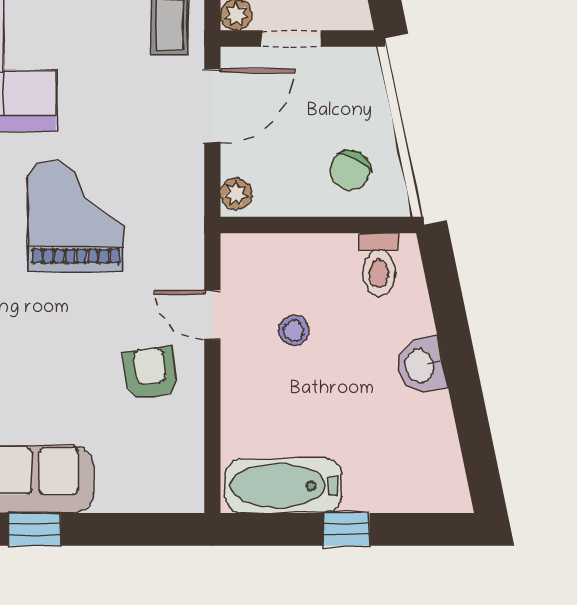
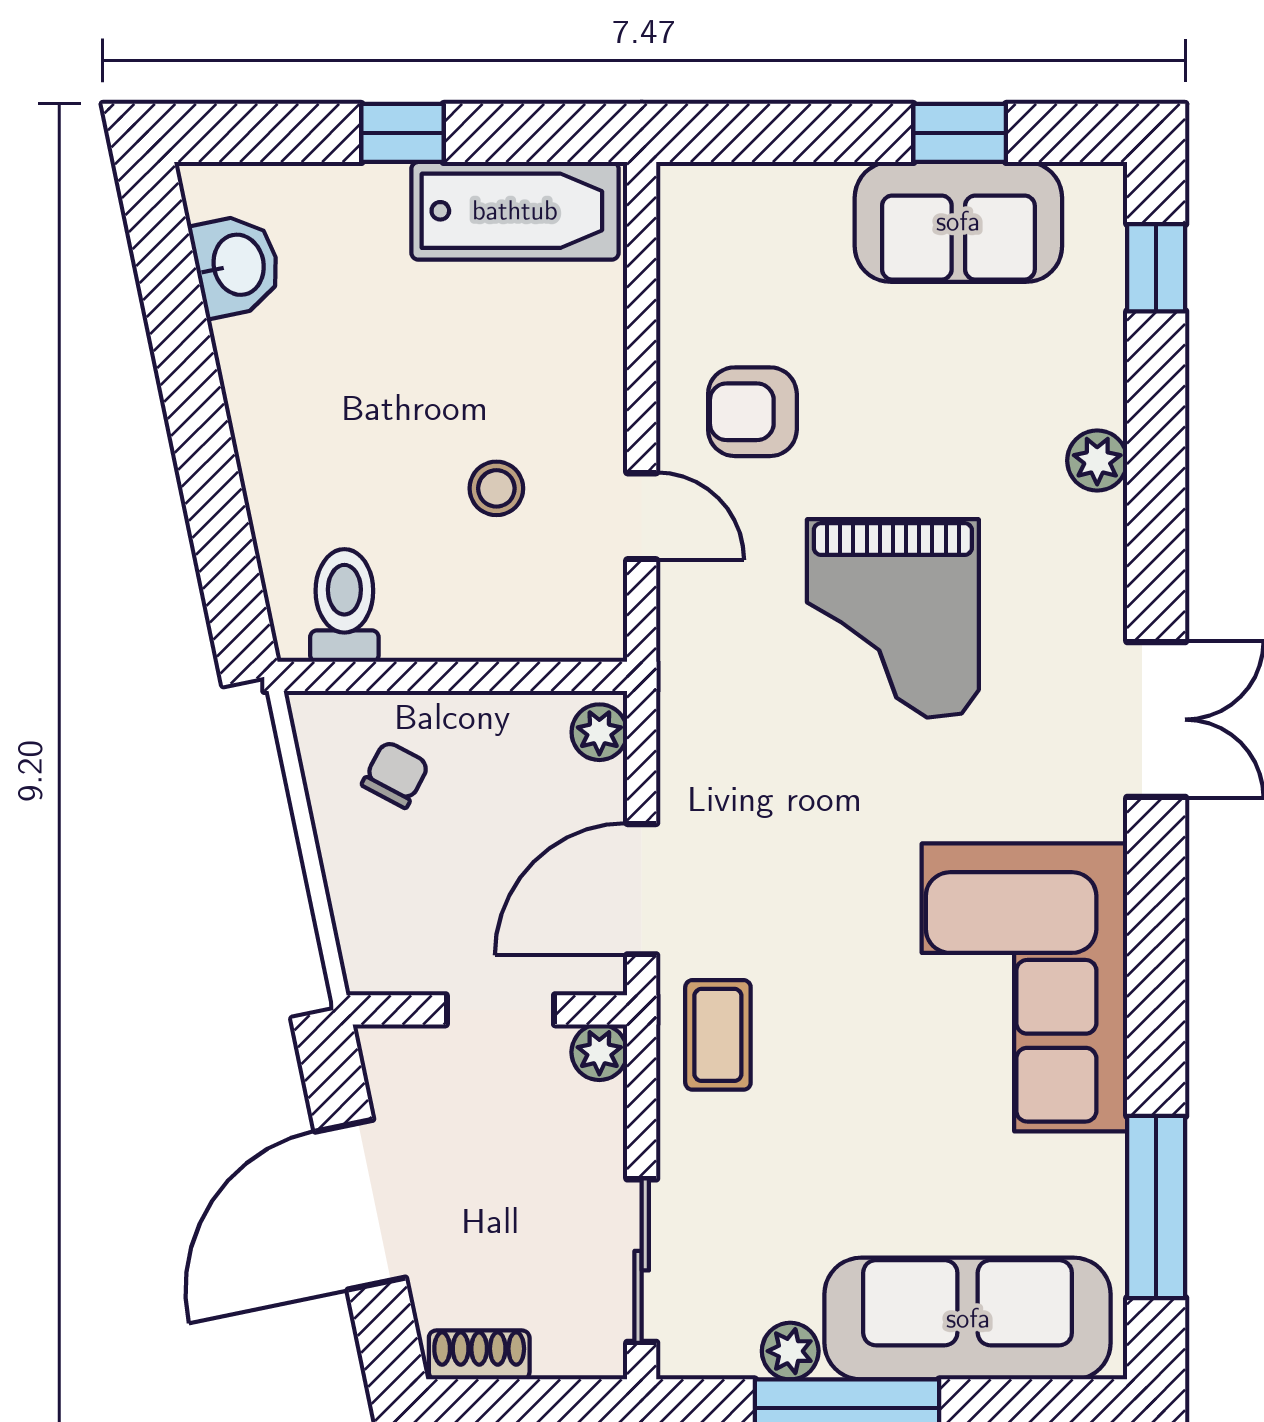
chair: (350, 170) -> (395, 774), width x0.73, depth x0.73
grand piano: (76, 216) -> (893, 618), moved
washbasin: (421, 366) -> (236, 265), moved
armchair: (150, 373) -> (752, 412), turned 98

